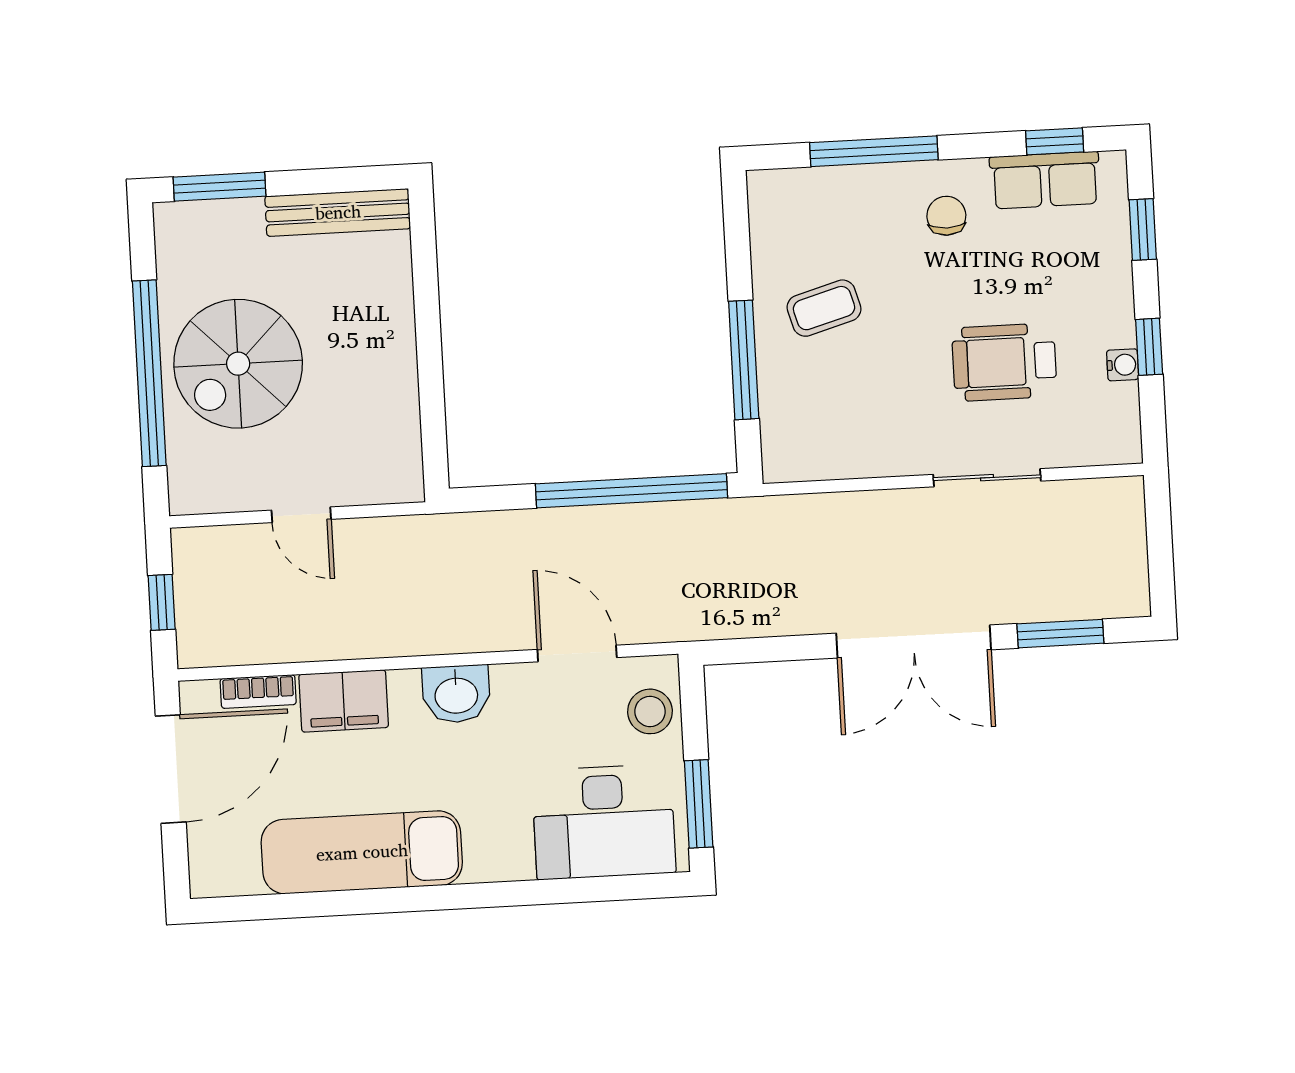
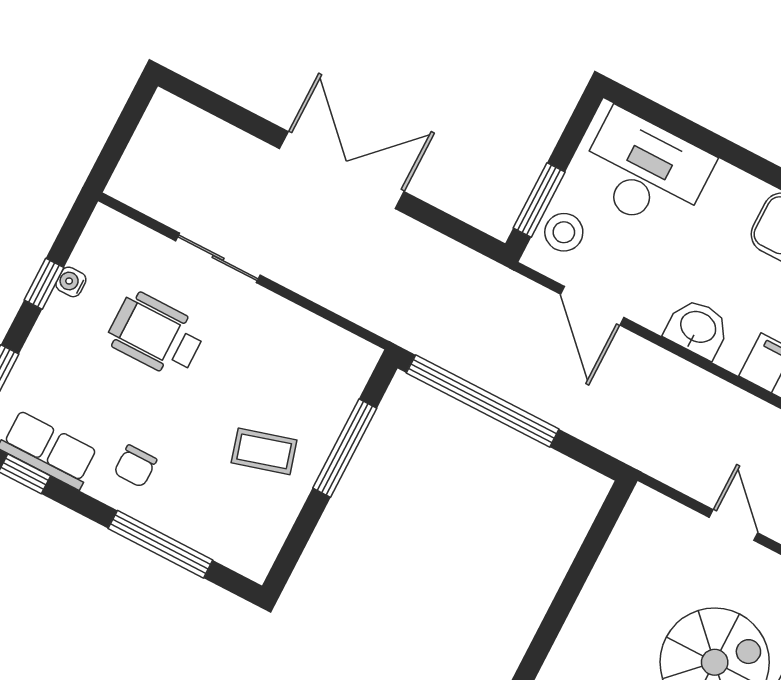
wheelchair: (1004, 362) -> (156, 335), turned 180
window: (1060, 634) -> (232, 113), removed
window: (699, 804) -> (539, 200), moved

